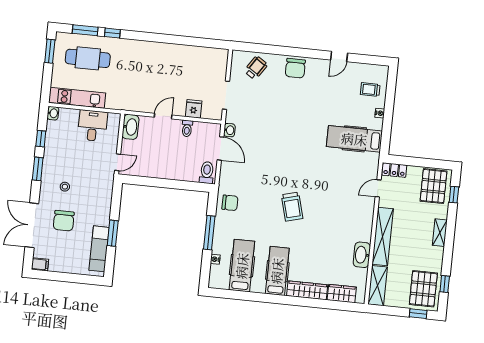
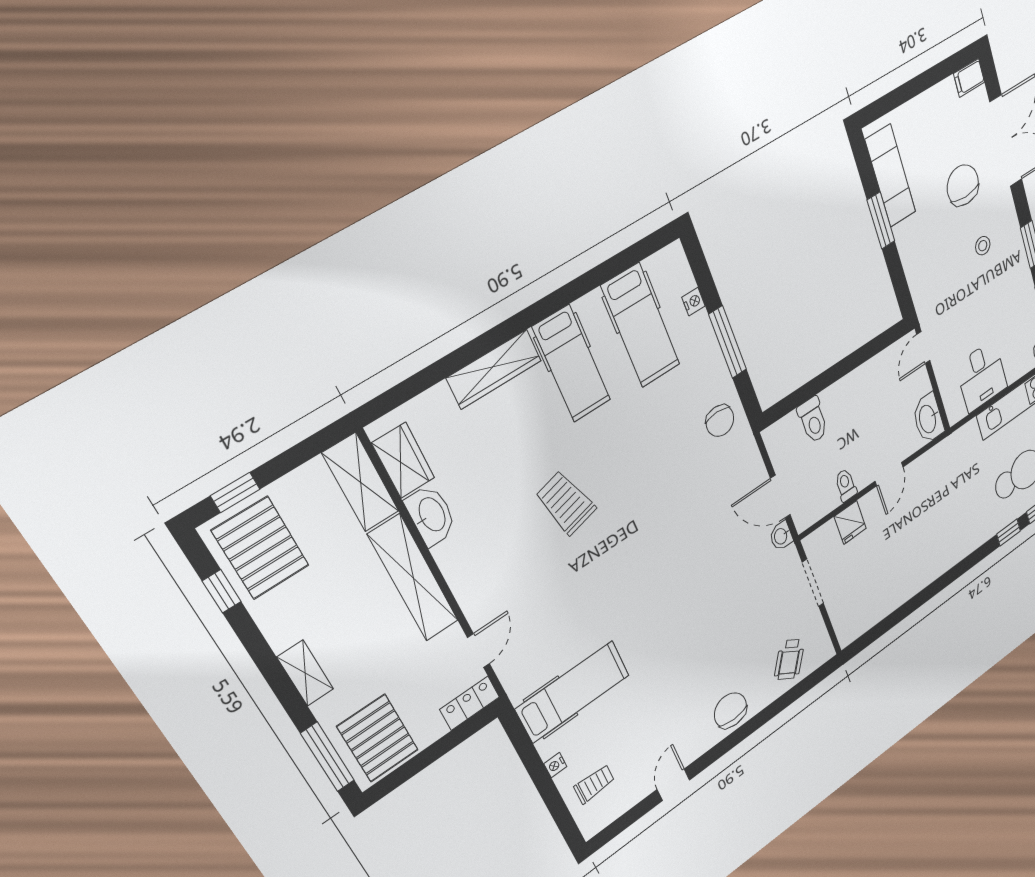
toilet: (207, 173) -> (813, 420), moved
window: (454, 195) -> (328, 757), width x2.17
chair: (230, 203) -> (720, 421), turned -90
trolley: (292, 207) -> (566, 503), moved
wardrobe: (342, 294) -> (403, 460), moved, turned -90

